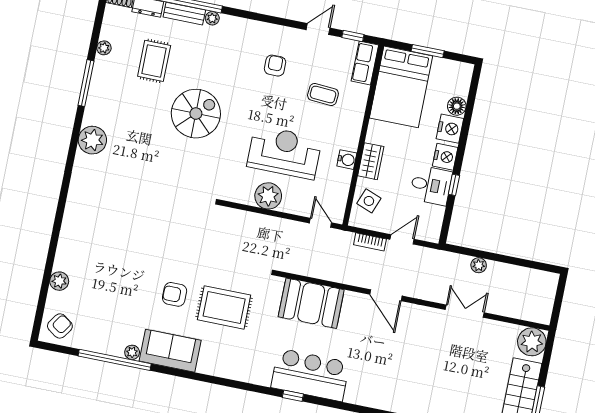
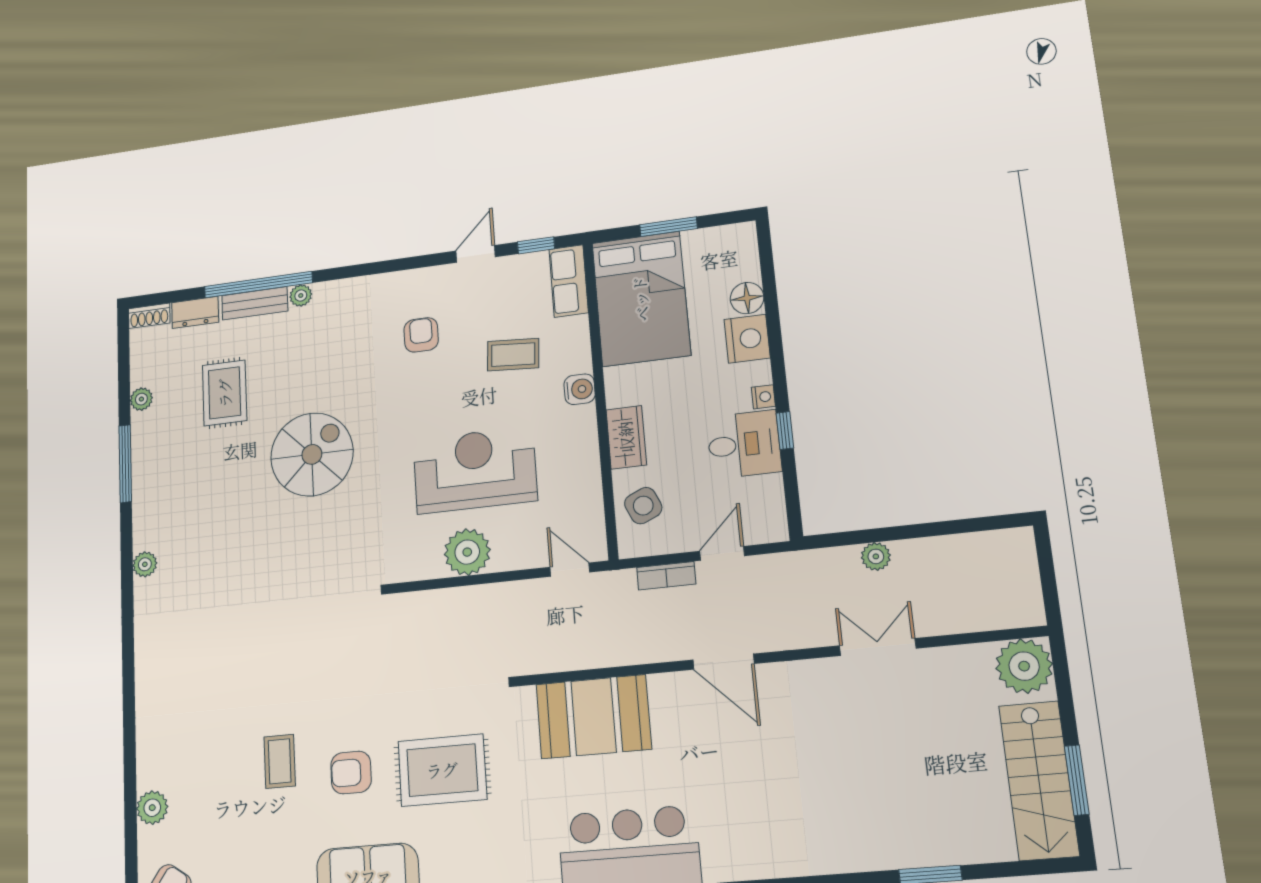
plant: (92, 140) -> (145, 564), width x0.53, depth x0.53
nightstand: (445, 157) -> (763, 397), width x0.53, depth x0.56
water cooler: (347, 160) -> (580, 389), moved
side table: (369, 201) -> (643, 506), turned 45
coffee table: (137, 277) -> (280, 761), added

